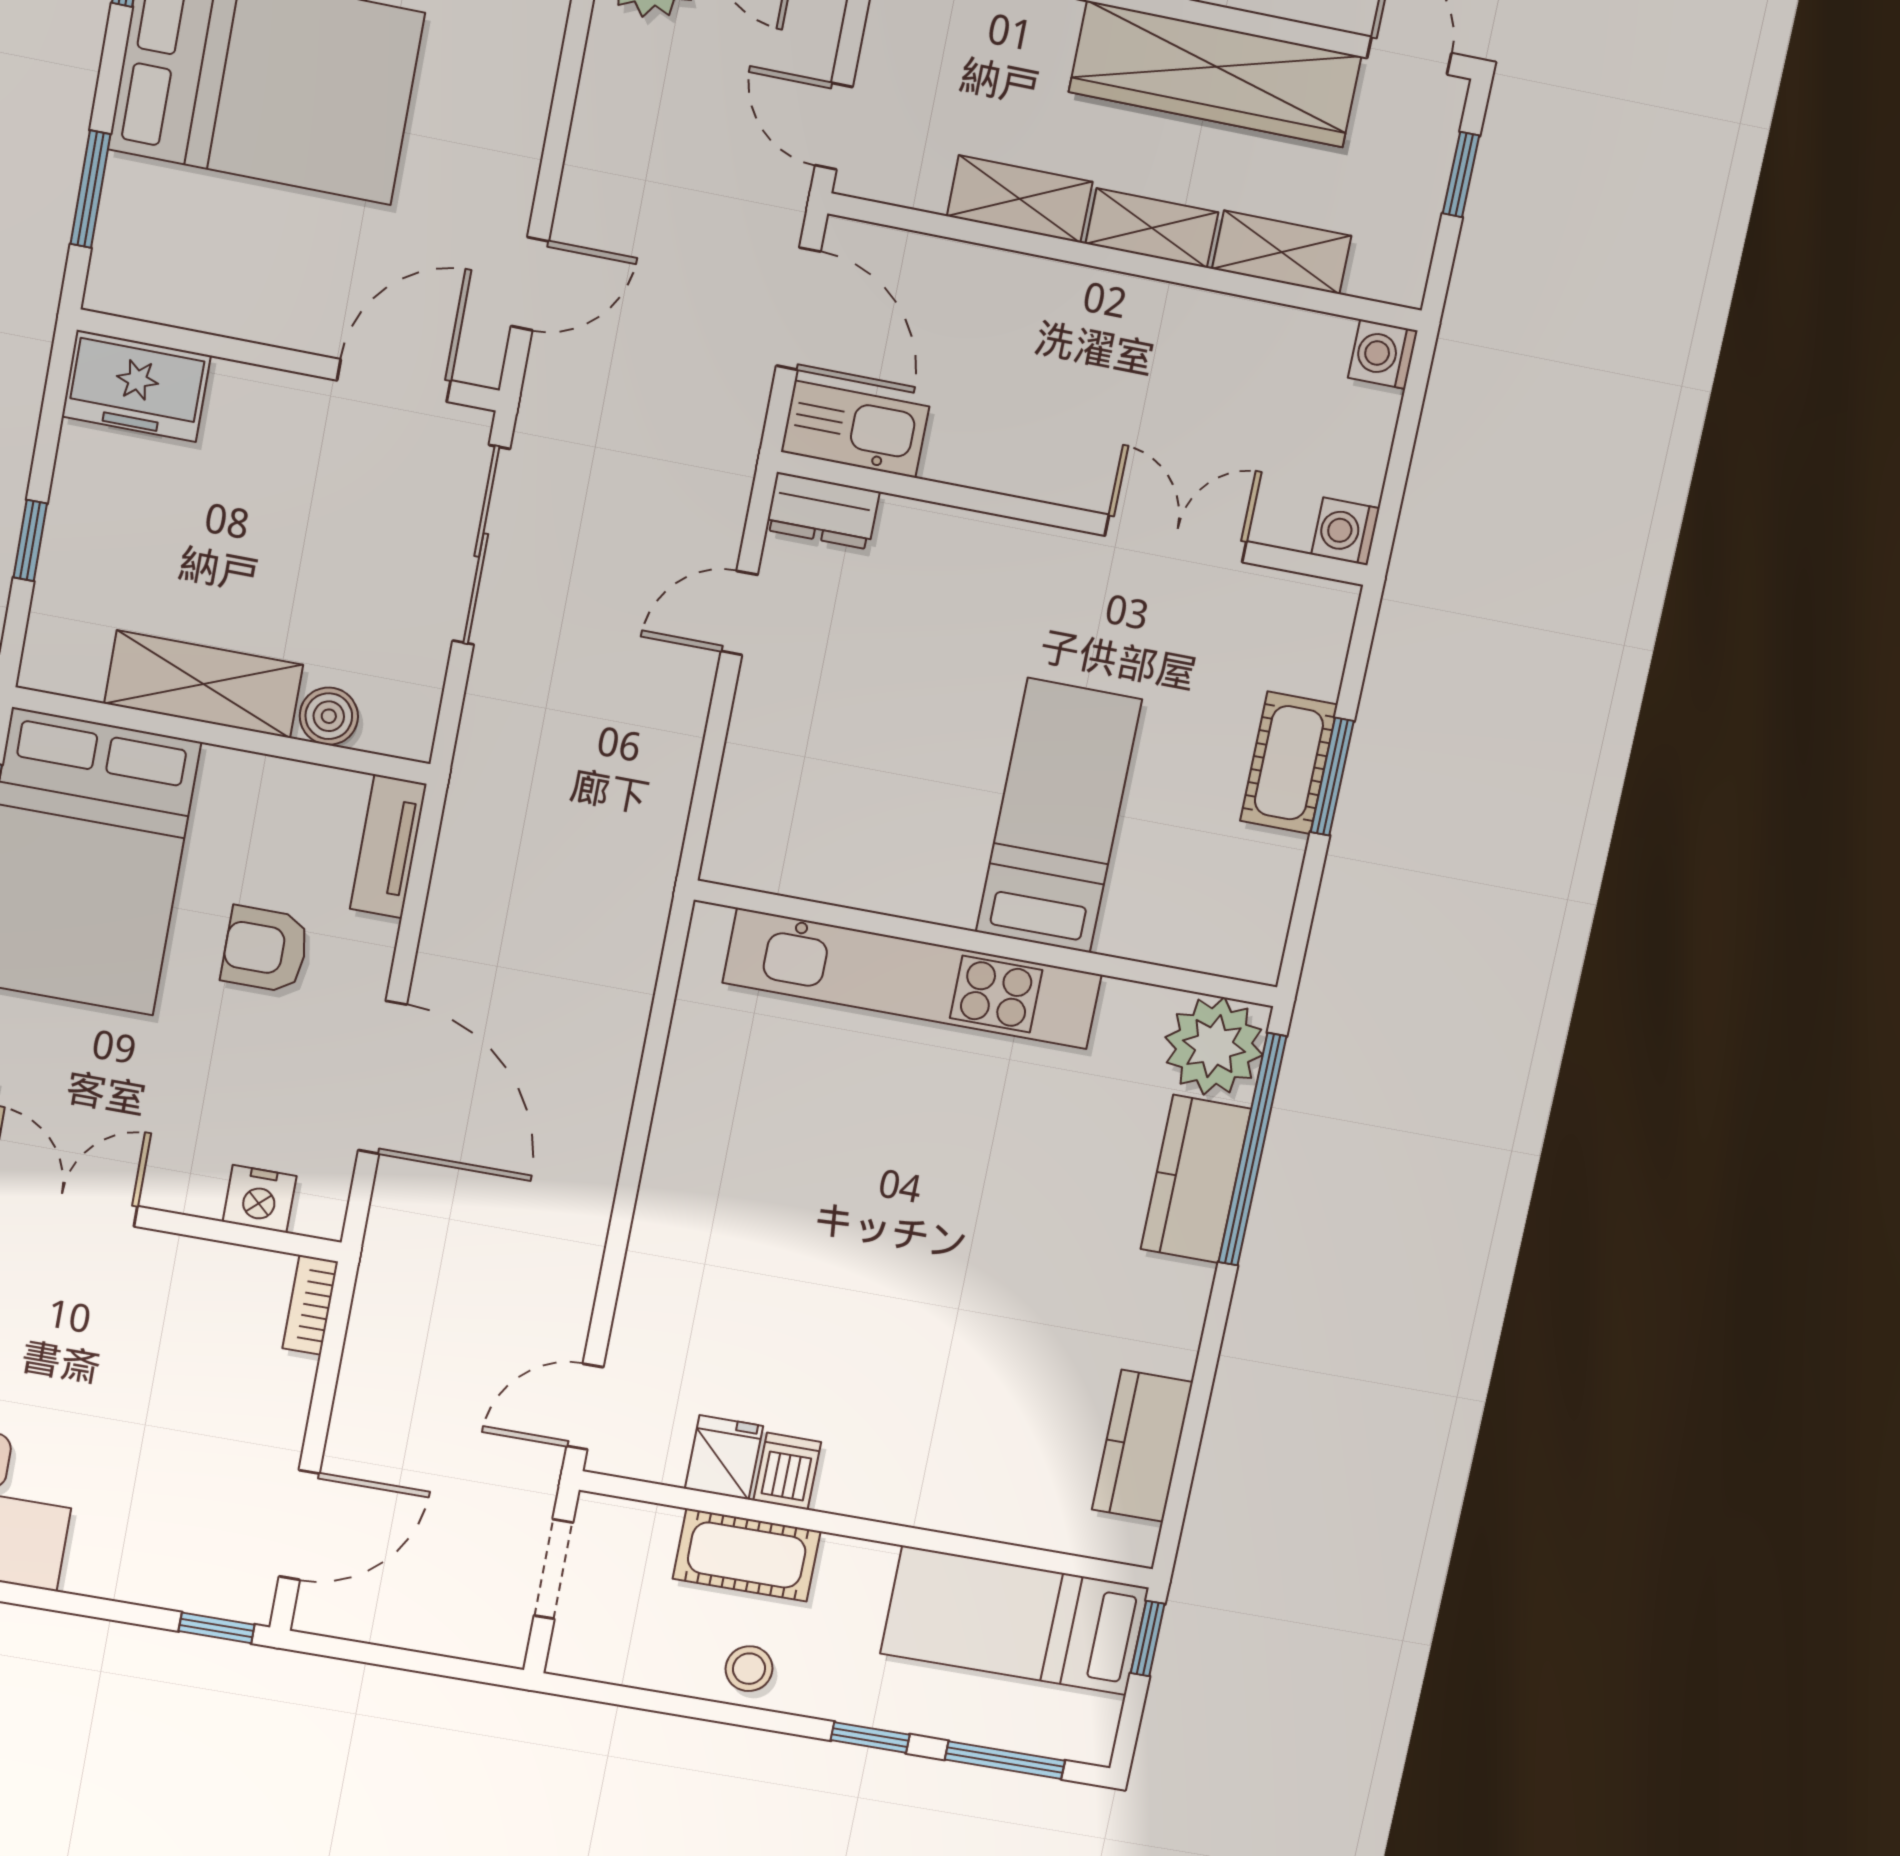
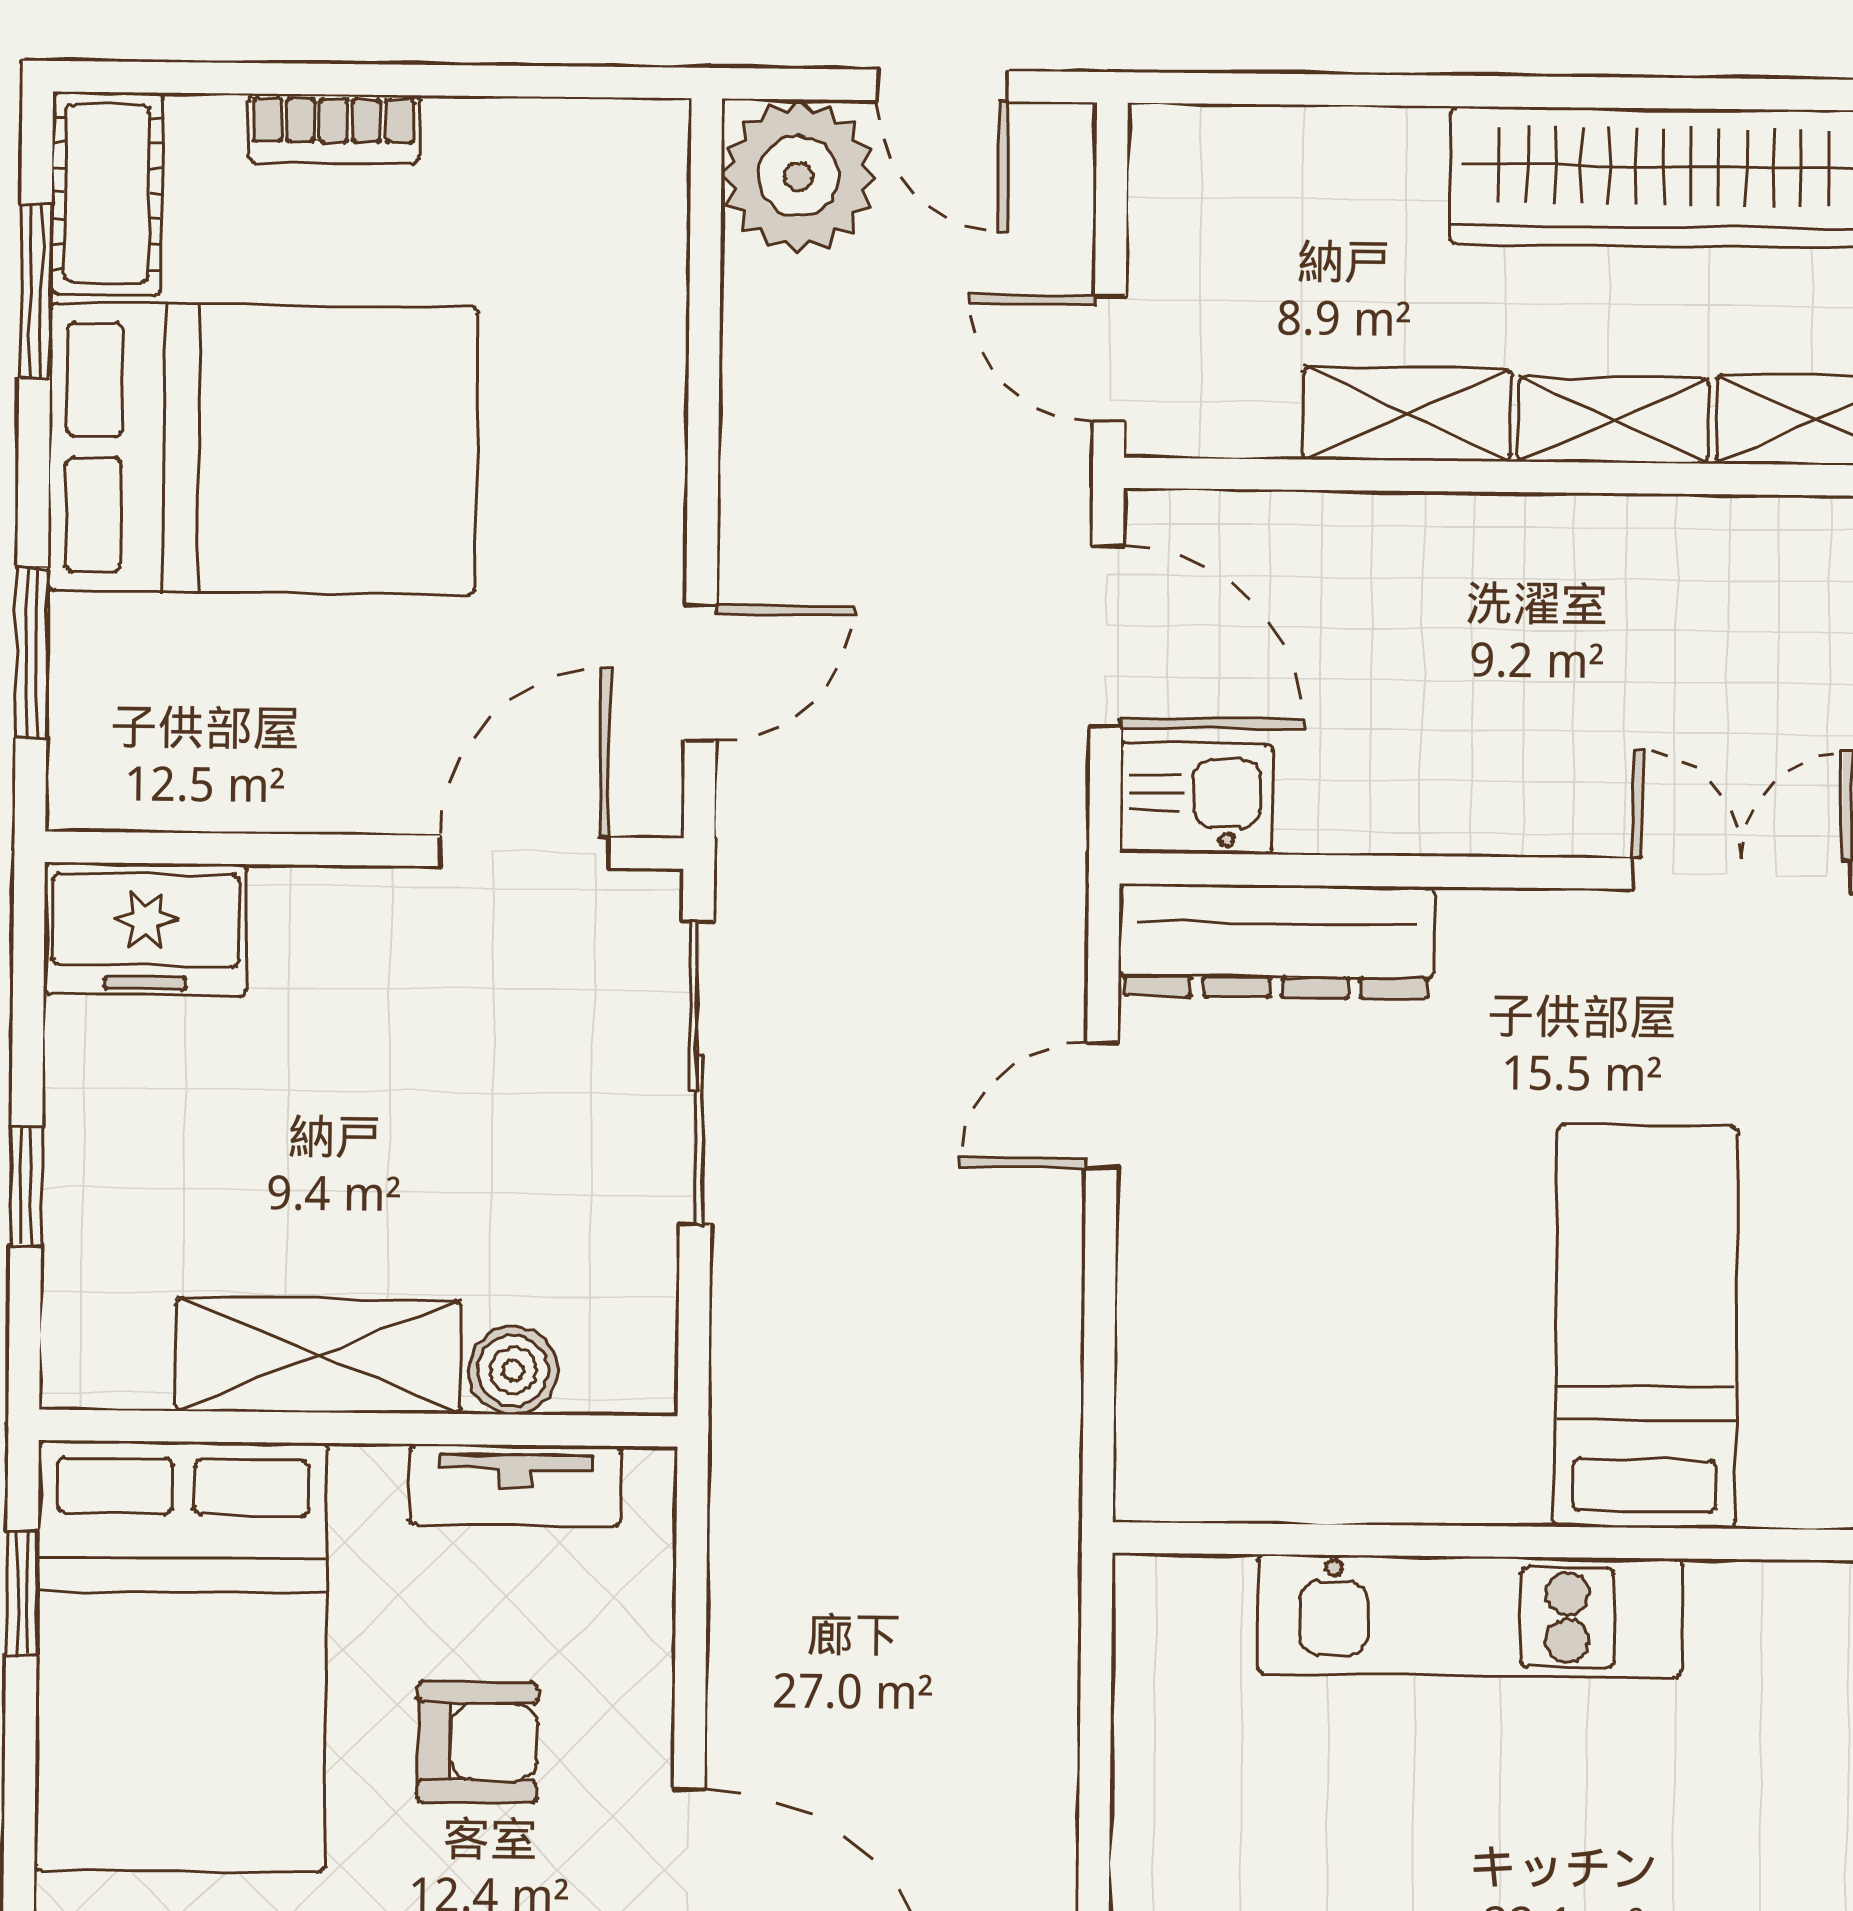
kitchen sink: (855, 429) -> (1196, 799), width x0.73
dresser: (823, 511) -> (1276, 941), width x1.96, depth x1.24
tv unit: (388, 846) -> (515, 1485), moved, turned -90
armchair: (265, 949) -> (477, 1742), turned 180
kitchen unit: (913, 979) -> (1470, 1616), width x0.73

